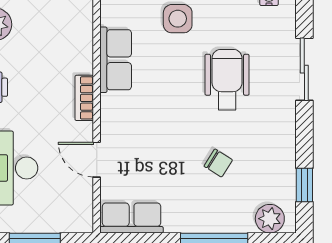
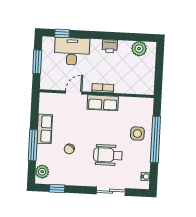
row of seats: (116, 60) -> (103, 103), moved
wheelchair: (227, 80) -> (108, 155), turned 180
row of seats: (132, 218) -> (45, 129), moved

